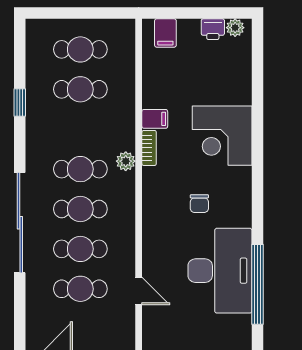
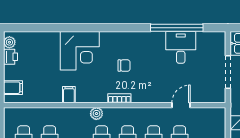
bookcase: (149, 148) -> (119, 98), moved
desk: (220, 271) -> (181, 47), width x0.53, depth x0.77

